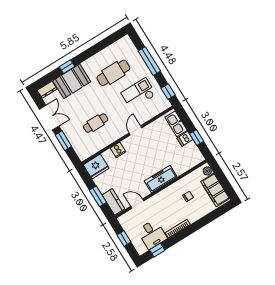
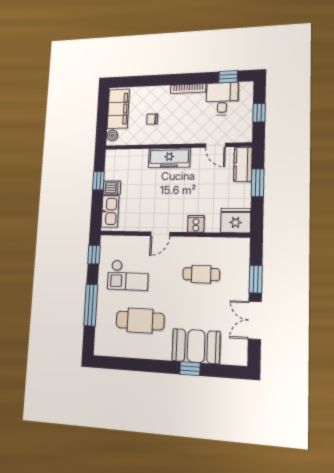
dresser: (47, 90) -> (234, 358), removed

